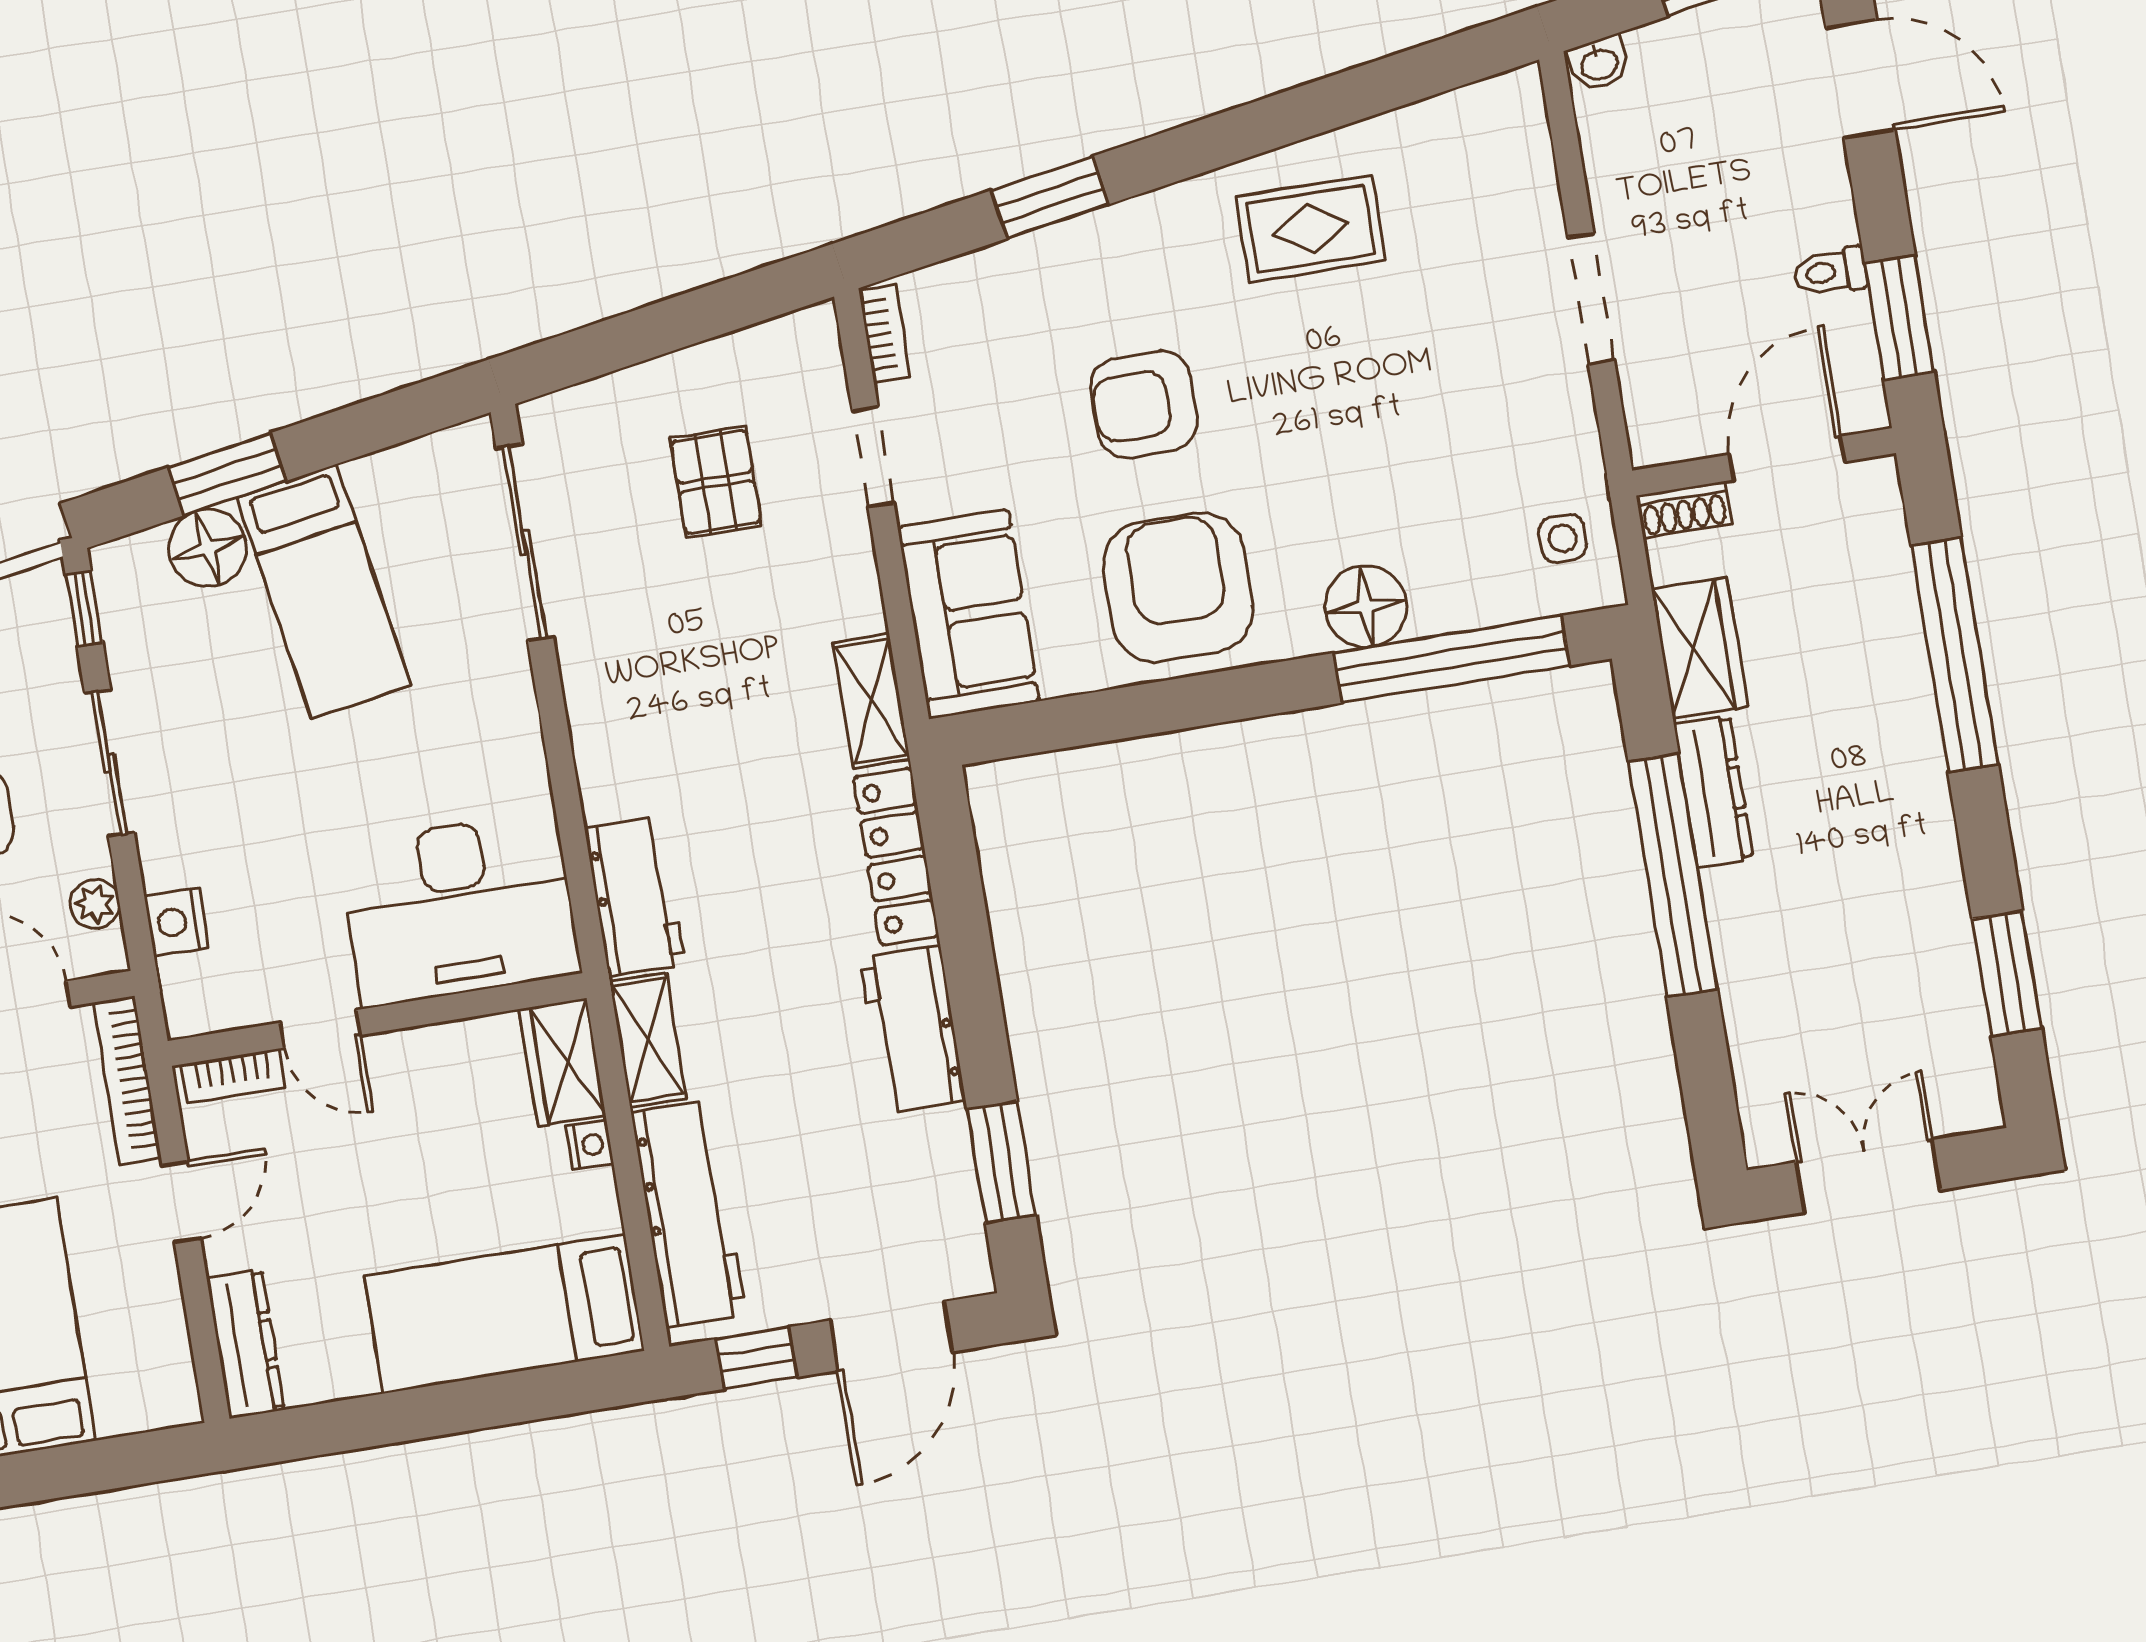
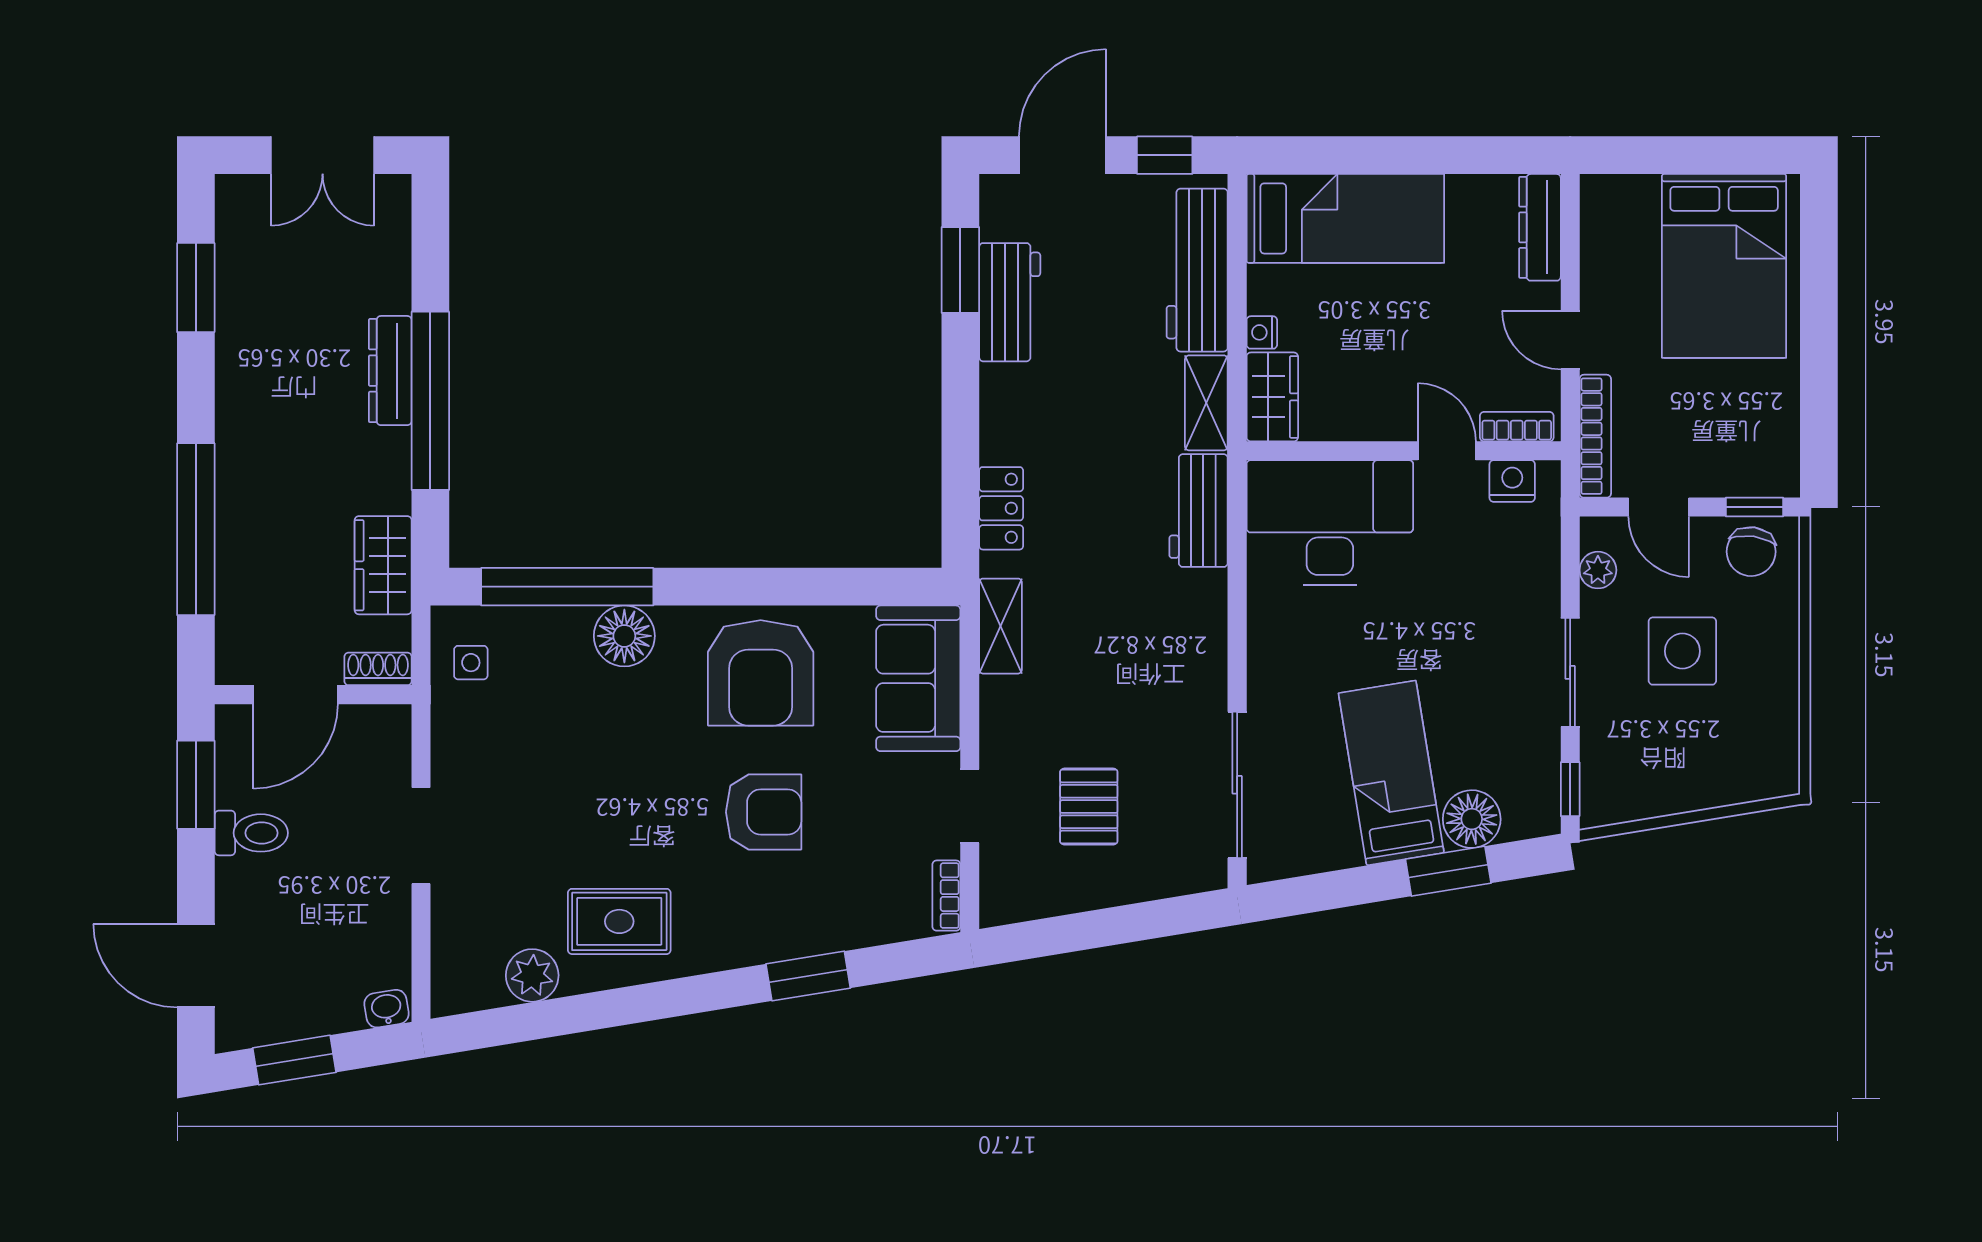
plant: (1414, 138) -> (532, 975), added
toilet: (1831, 272) -> (251, 833), width x1.37, depth x1.39
dresser: (1713, 791) -> (390, 371), moved
locker: (896, 857) -> (1001, 508), width x0.66
nightstand: (176, 922) -> (1512, 481), moved, turned -90
workbench: (913, 1029) -> (1010, 302), moved
door: (181, 1202) -> (1570, 340), hinge flipped

